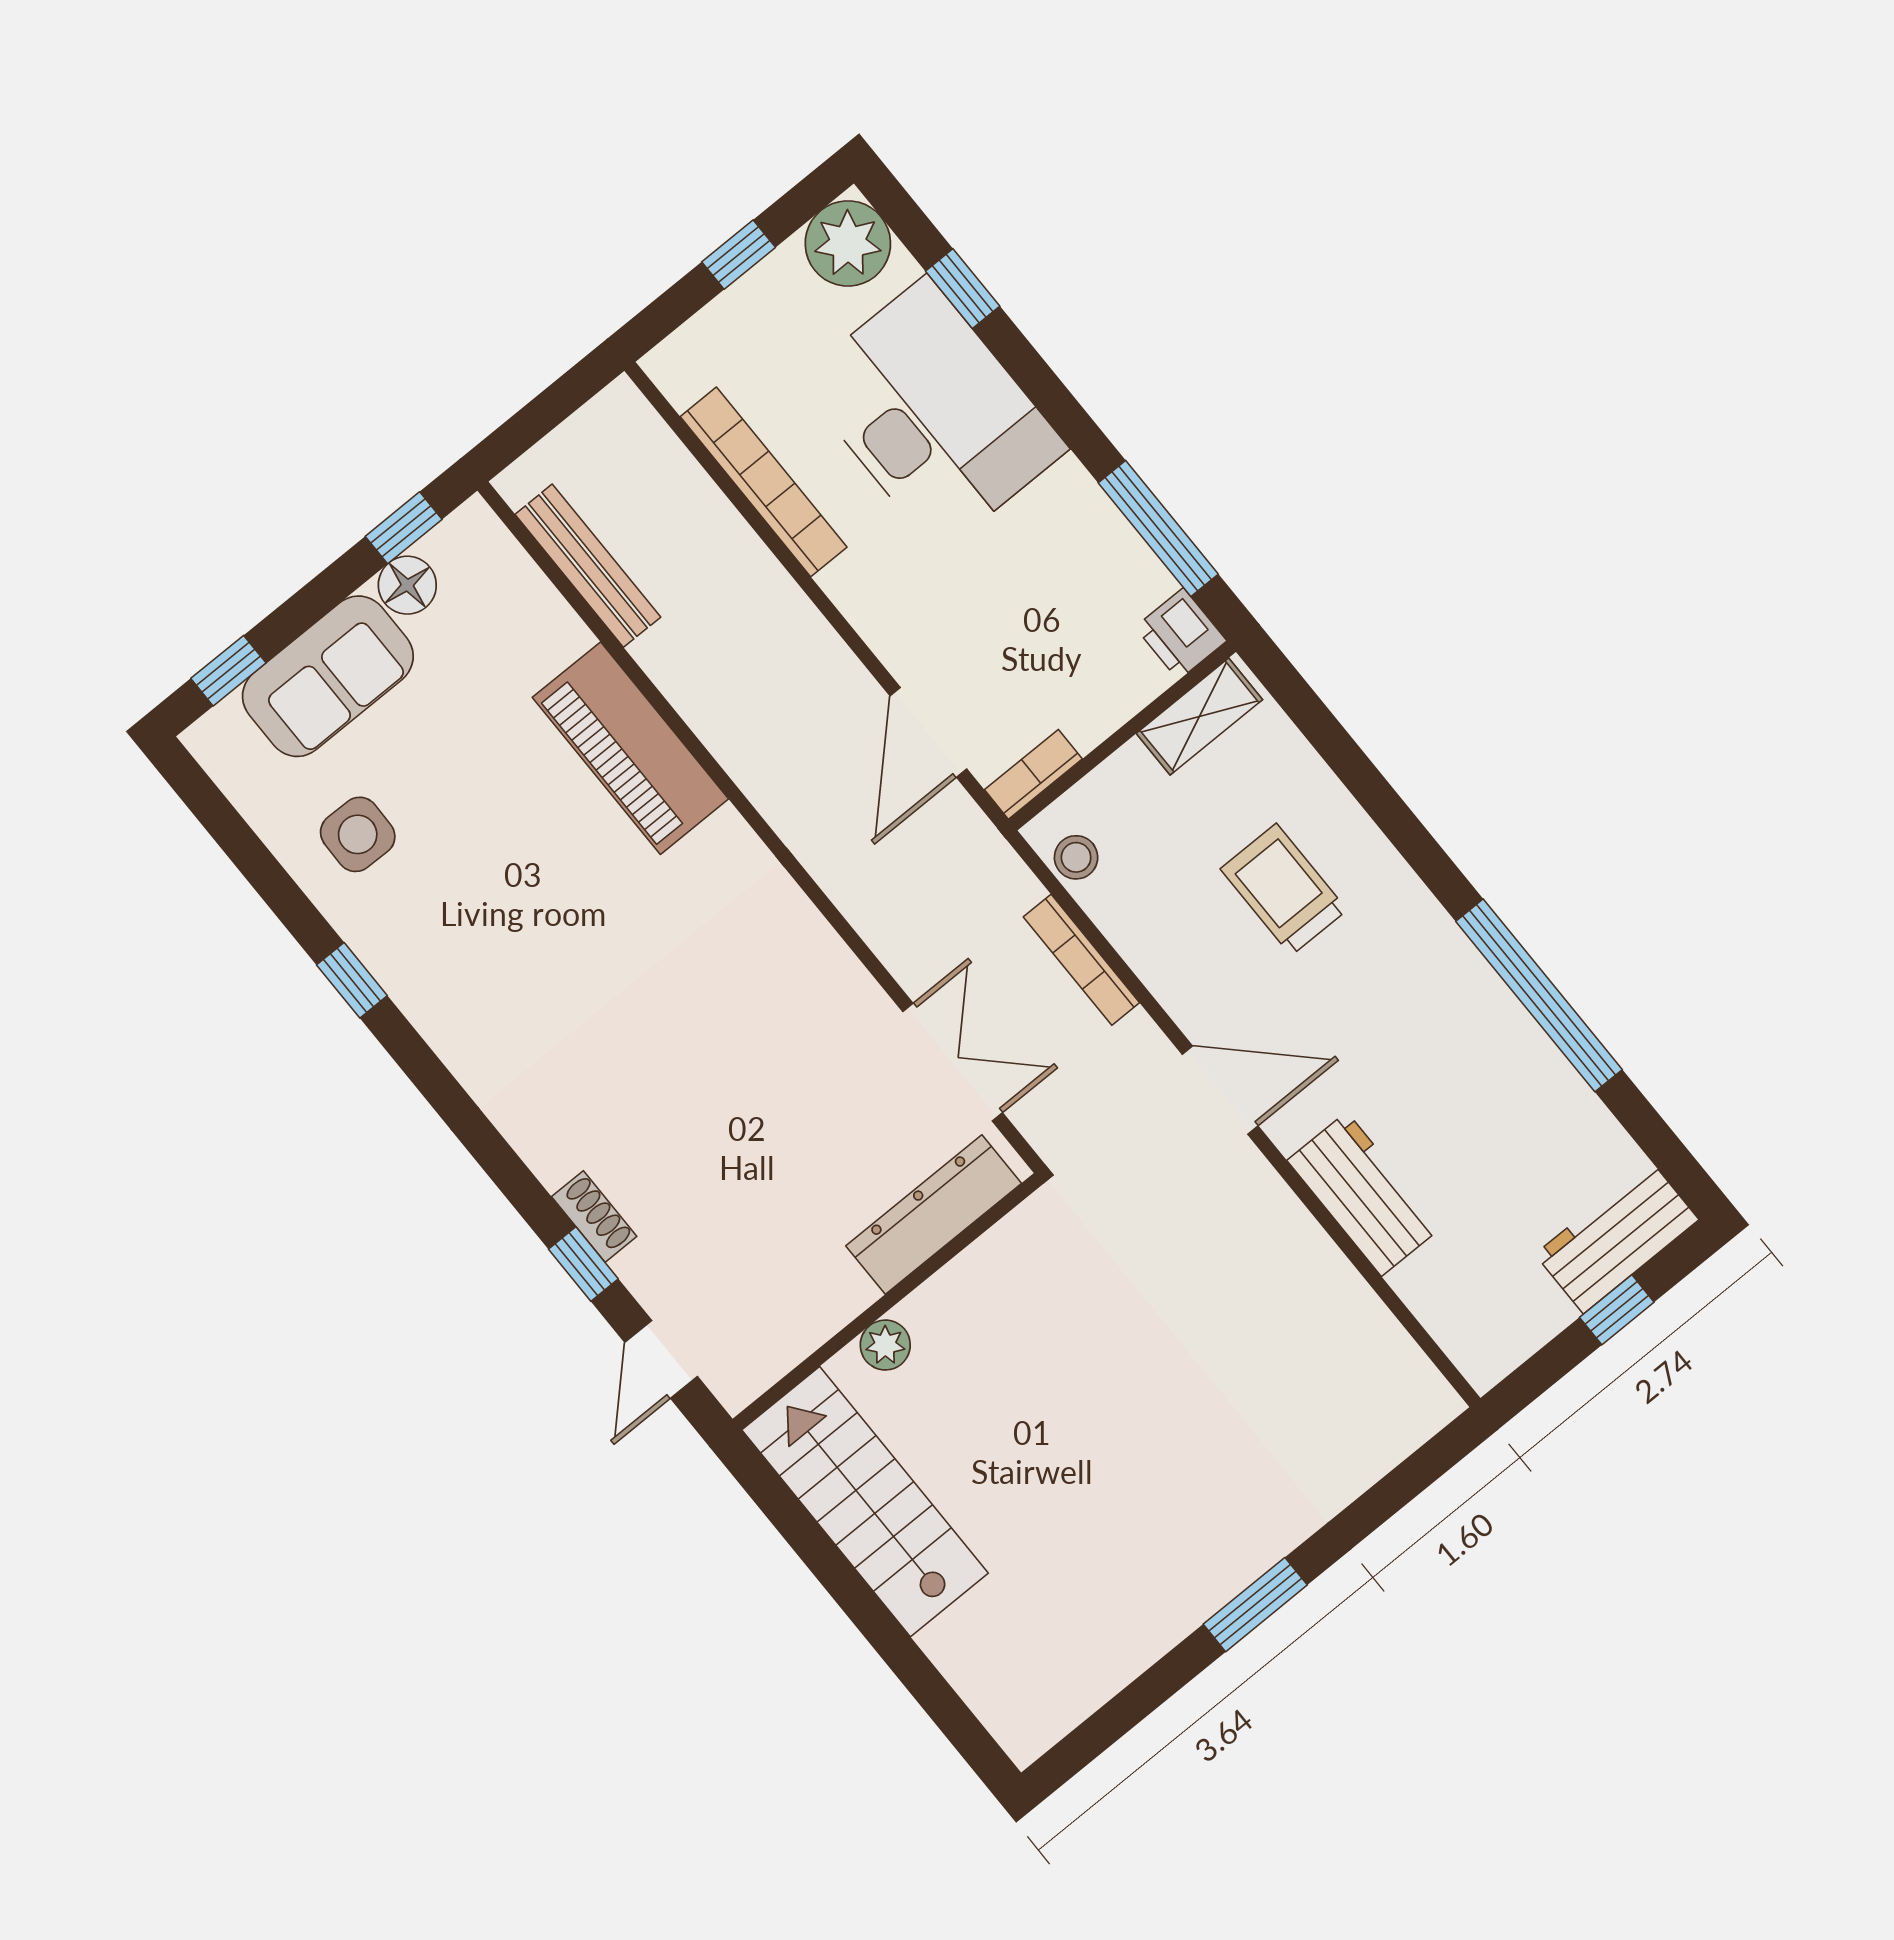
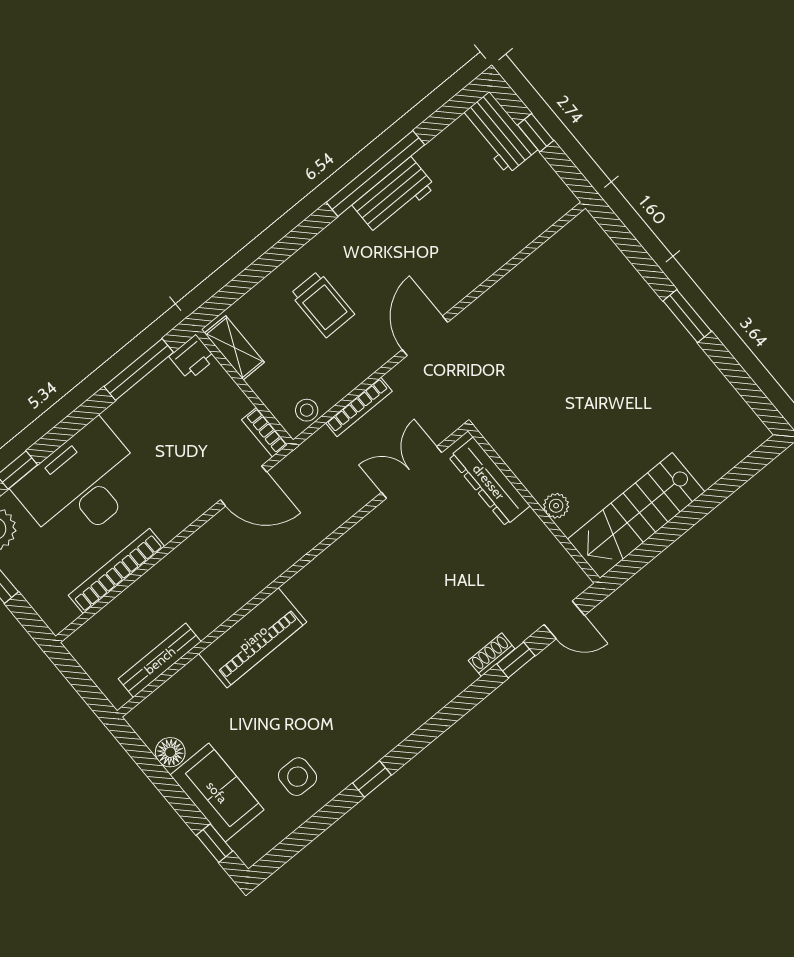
window: (404, 528) -> (141, 754), removed
trolley: (1284, 889) -> (322, 304), turned -90
workbench: (1364, 1194) -> (394, 196), moved, turned 180

